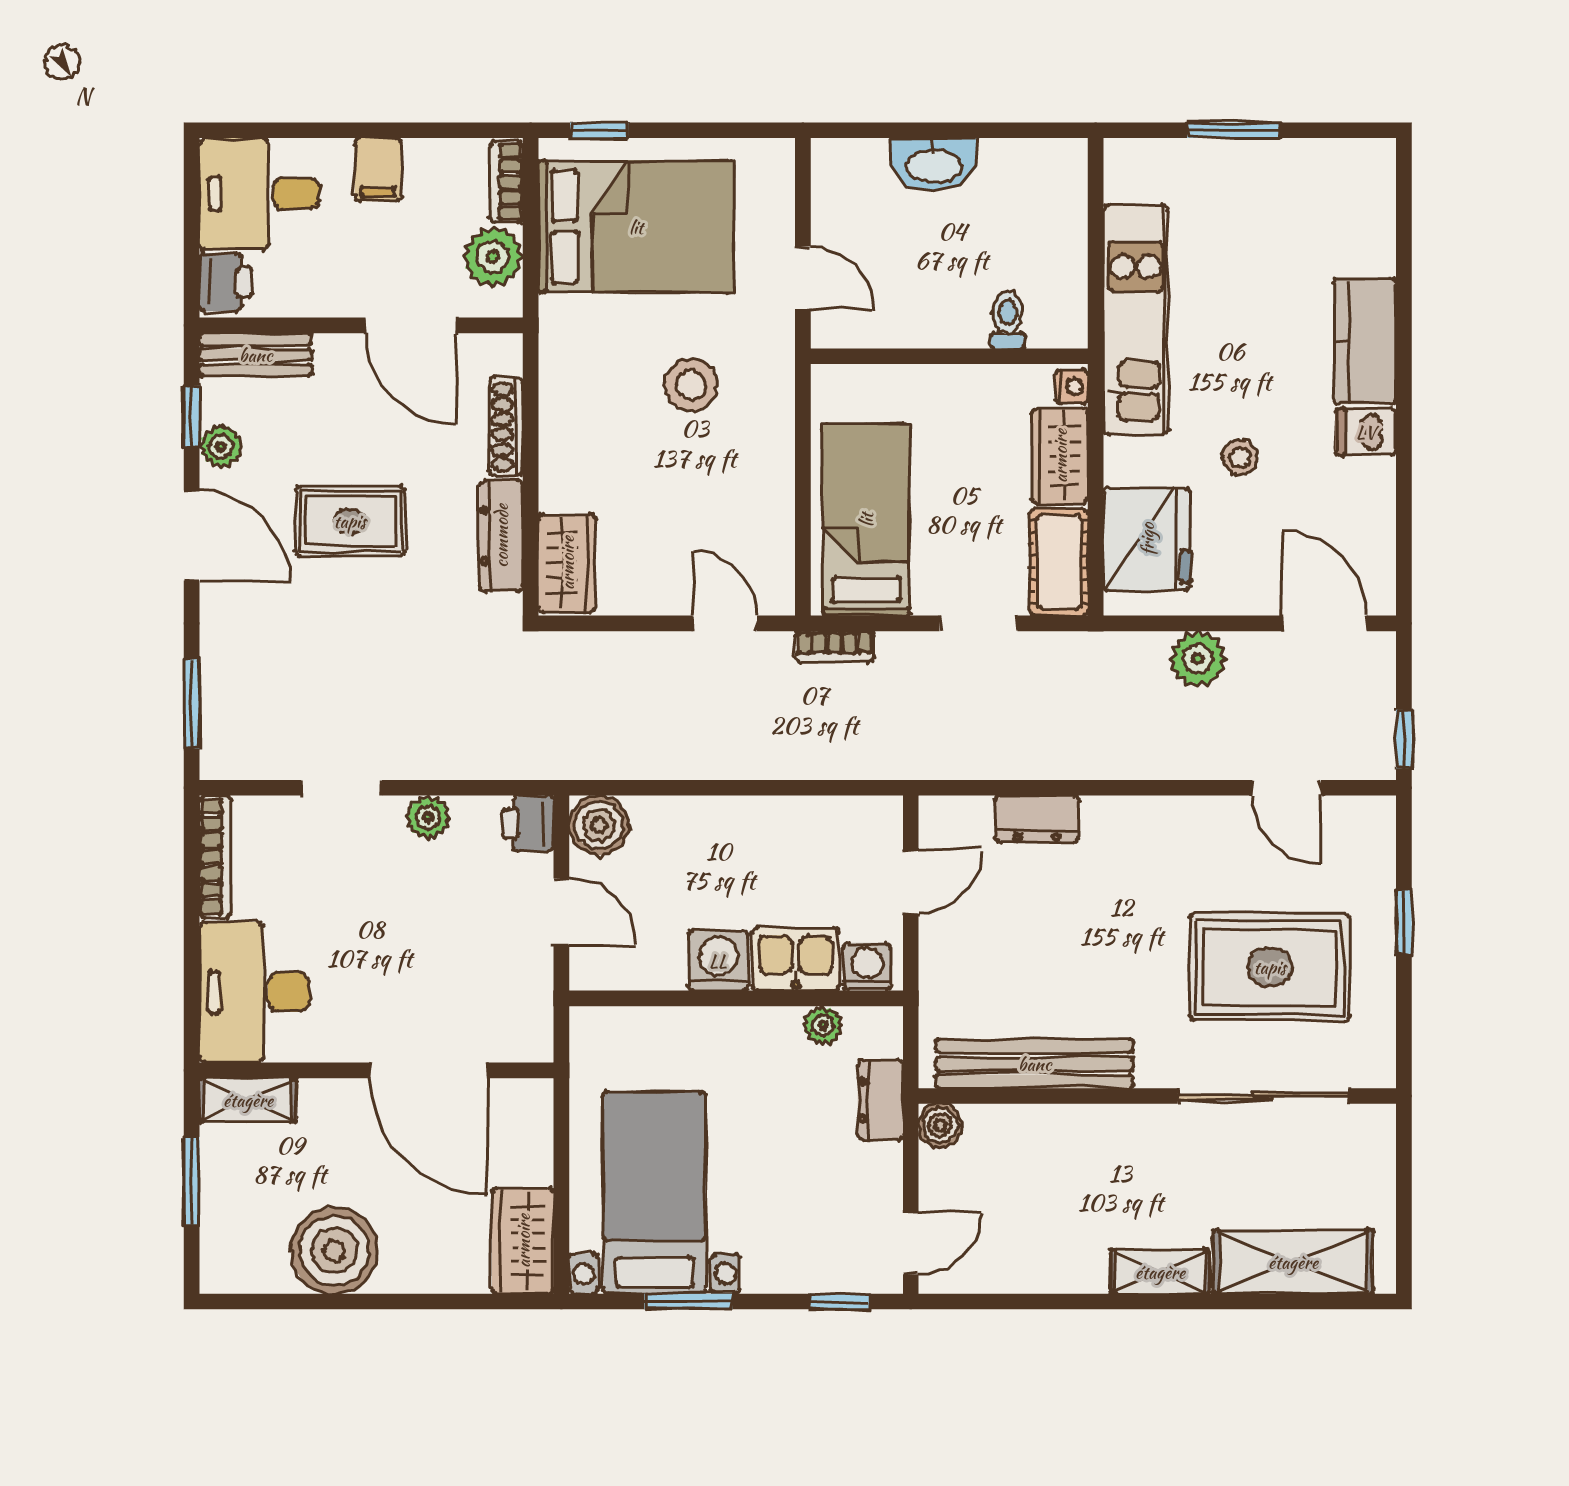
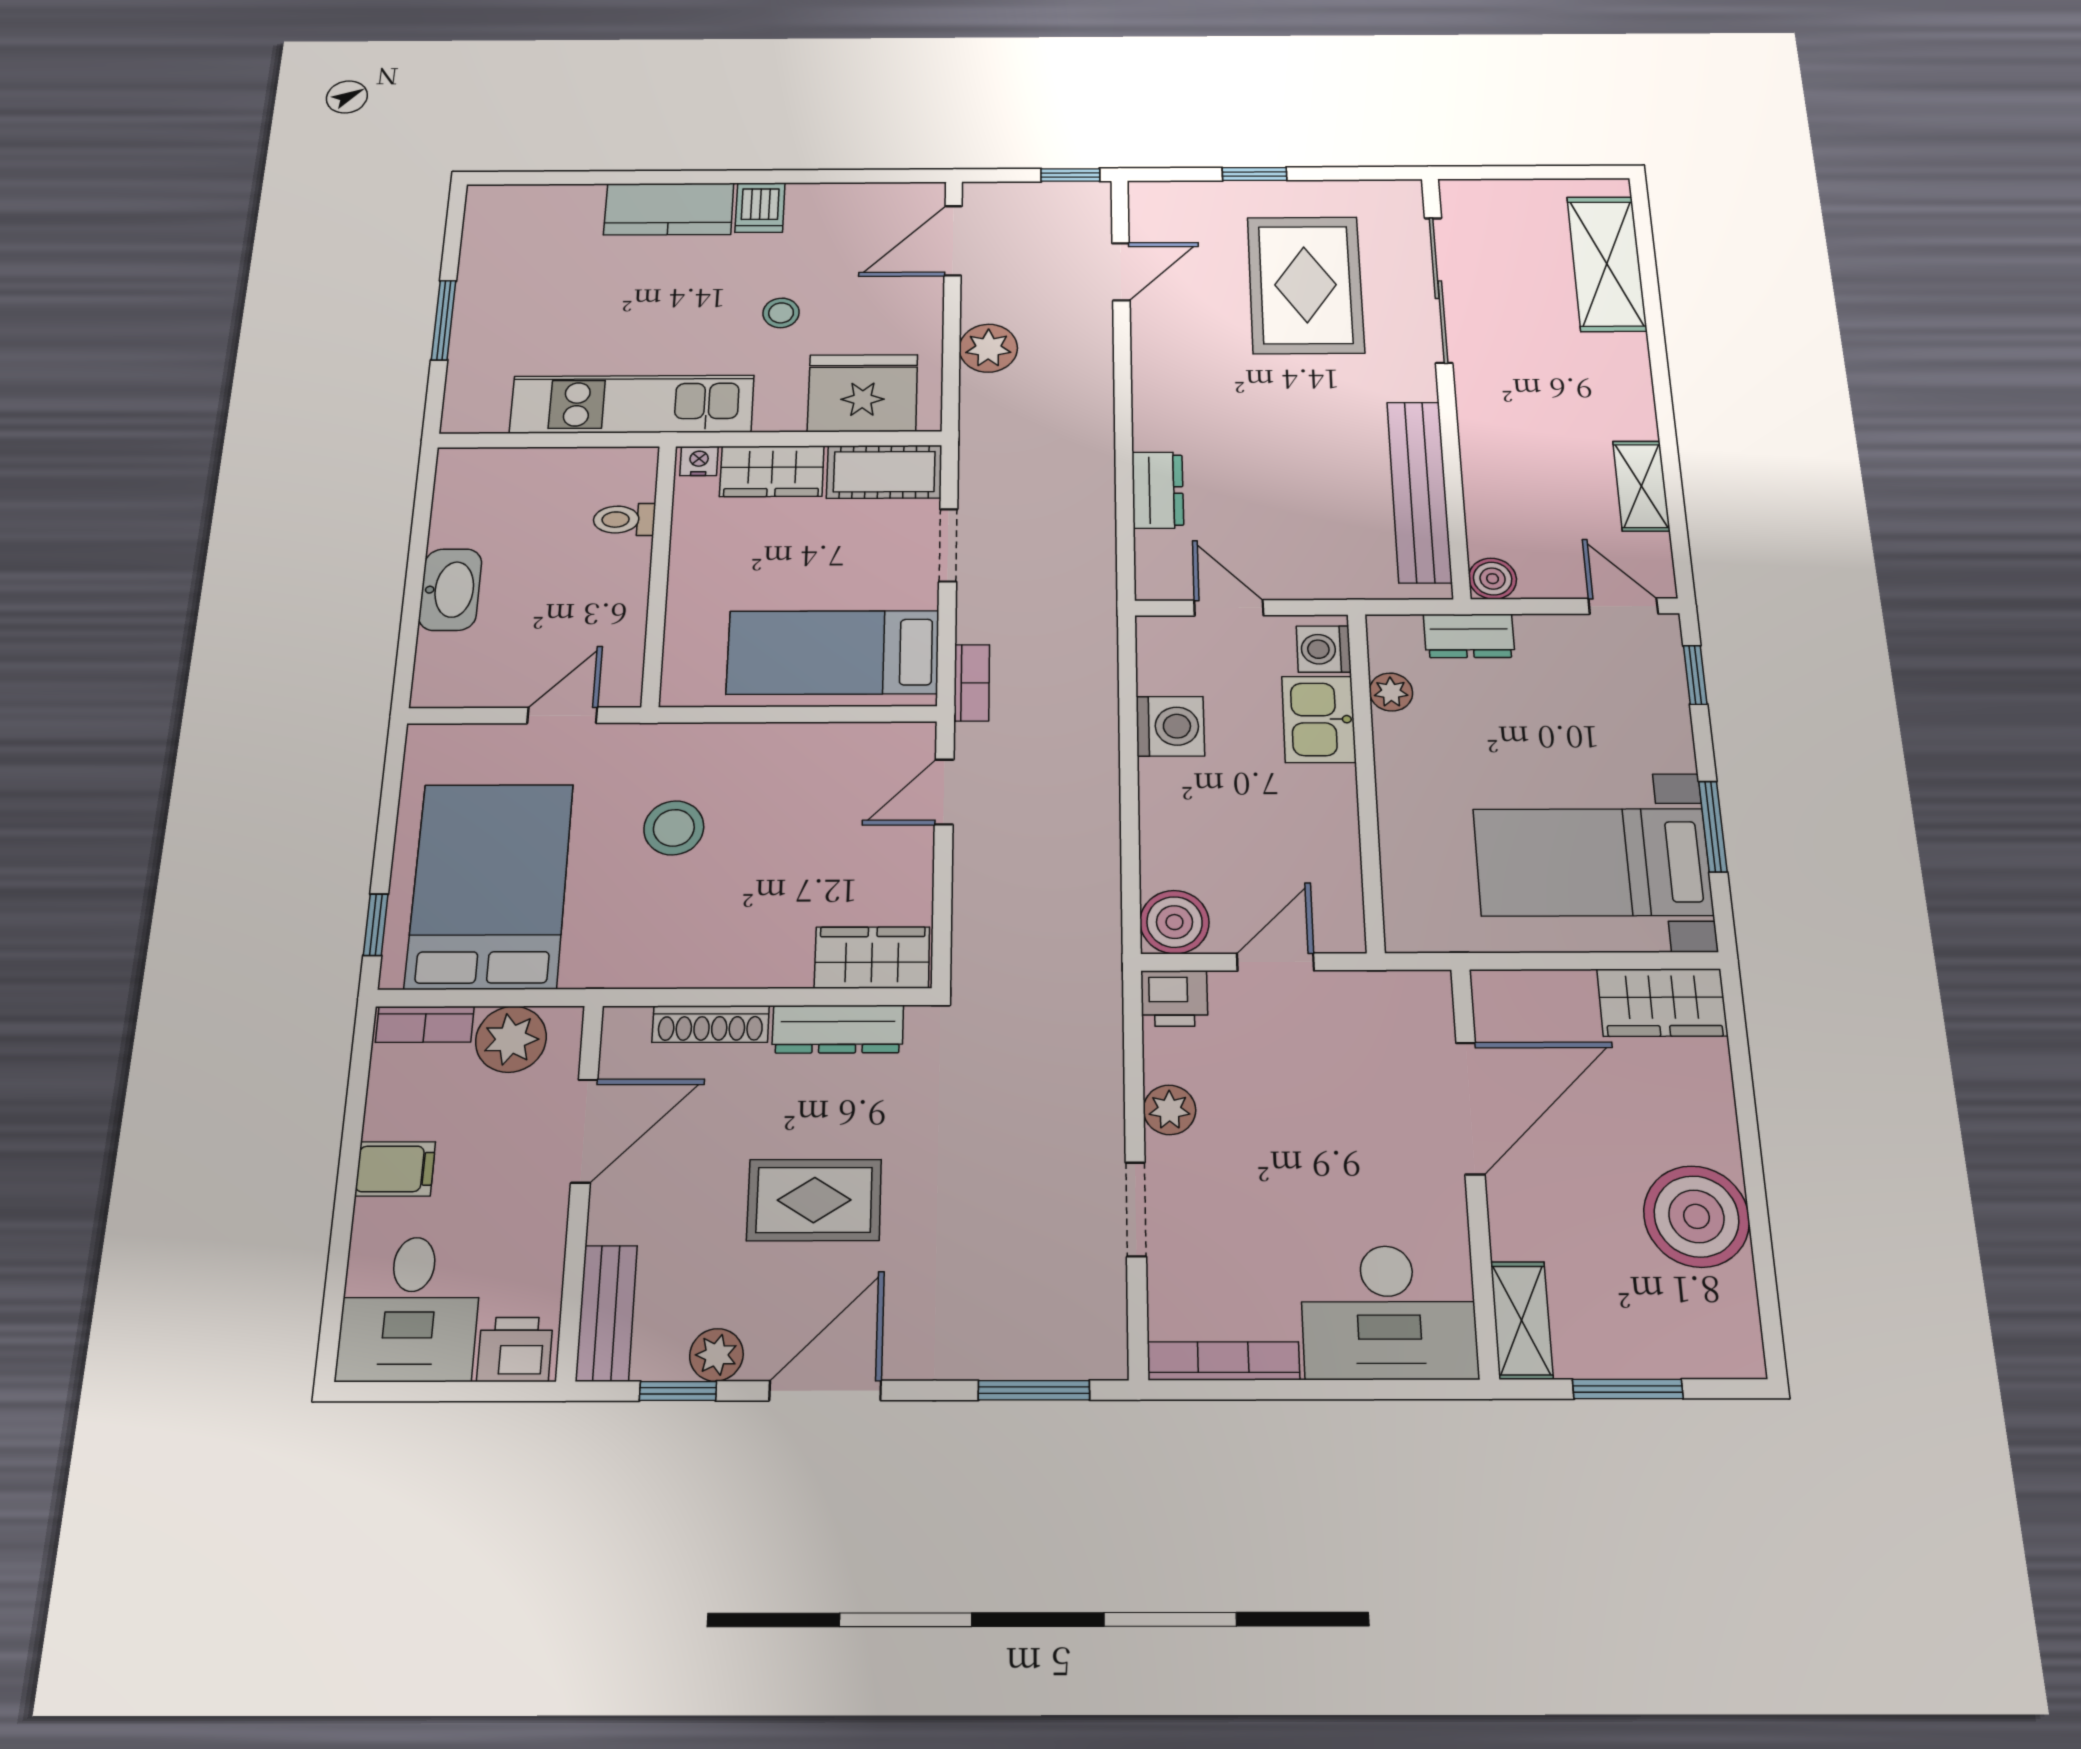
rug: (350, 521) -> (814, 1200), turned 90
washing machine: (718, 961) -> (1170, 726), moved, turned 180
shelving: (1160, 1272) -> (1641, 486), moved

